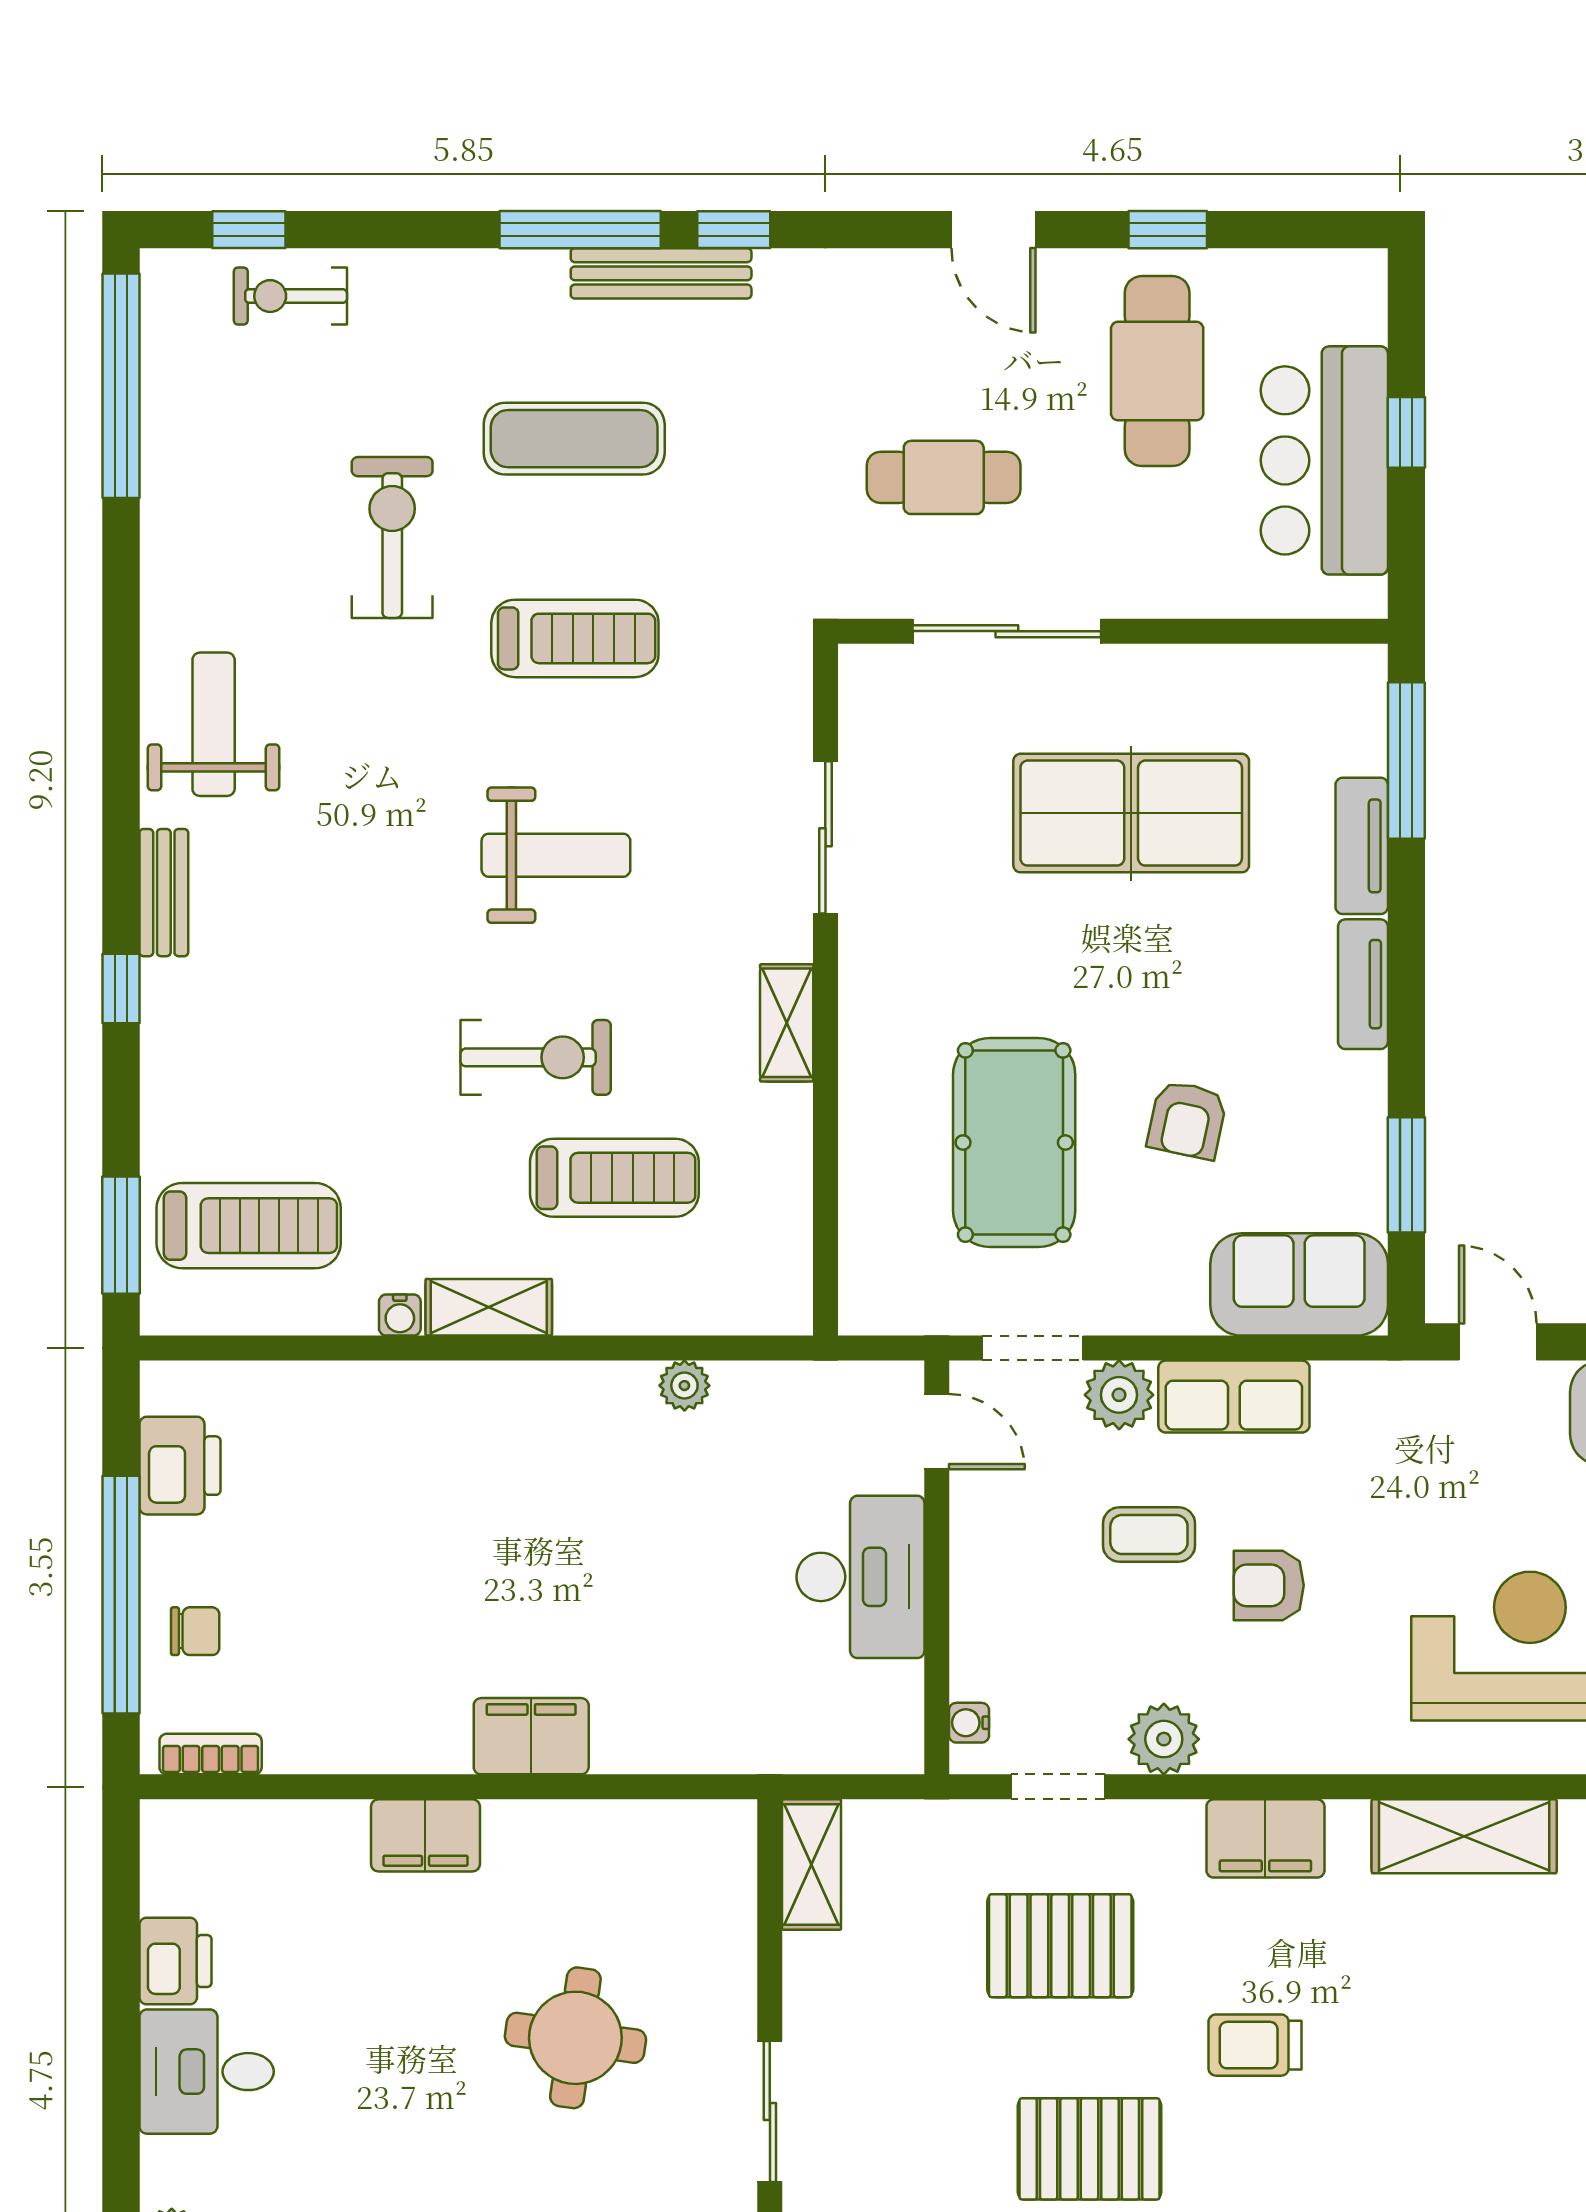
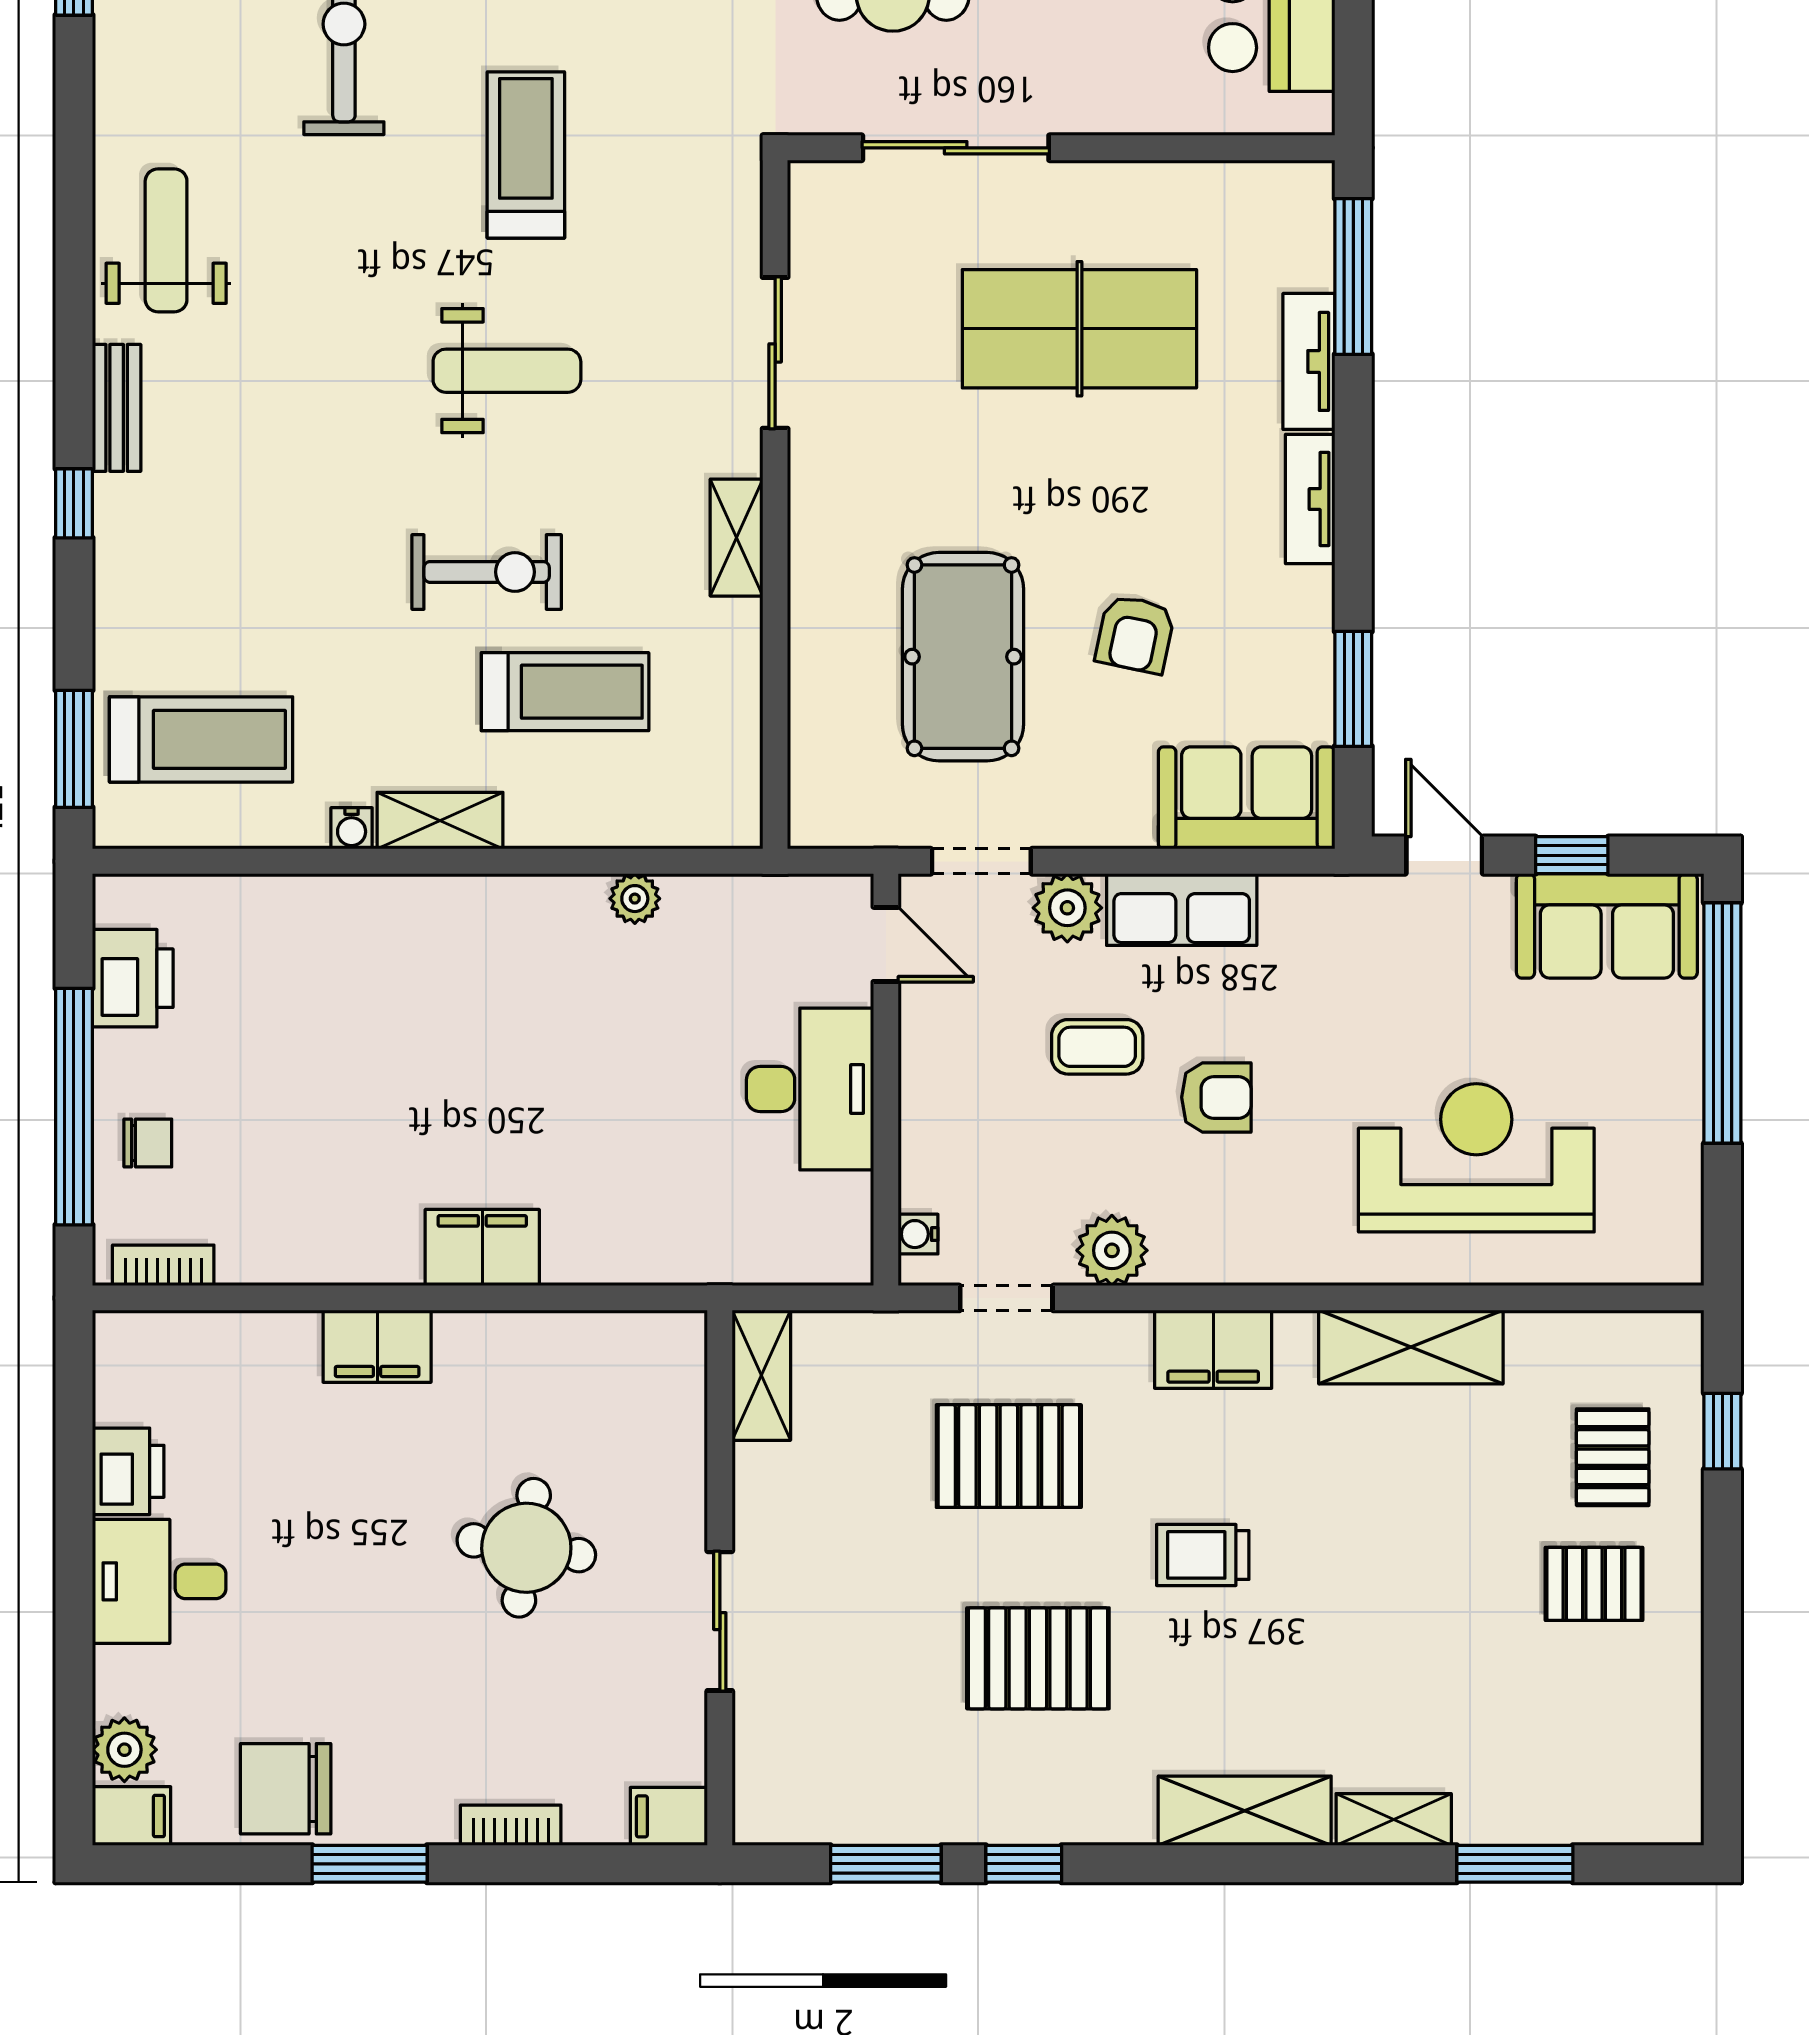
treadmill: (575, 638) -> (526, 155), turned -90
armchair: (1269, 1585) -> (1216, 1097), turned 180

